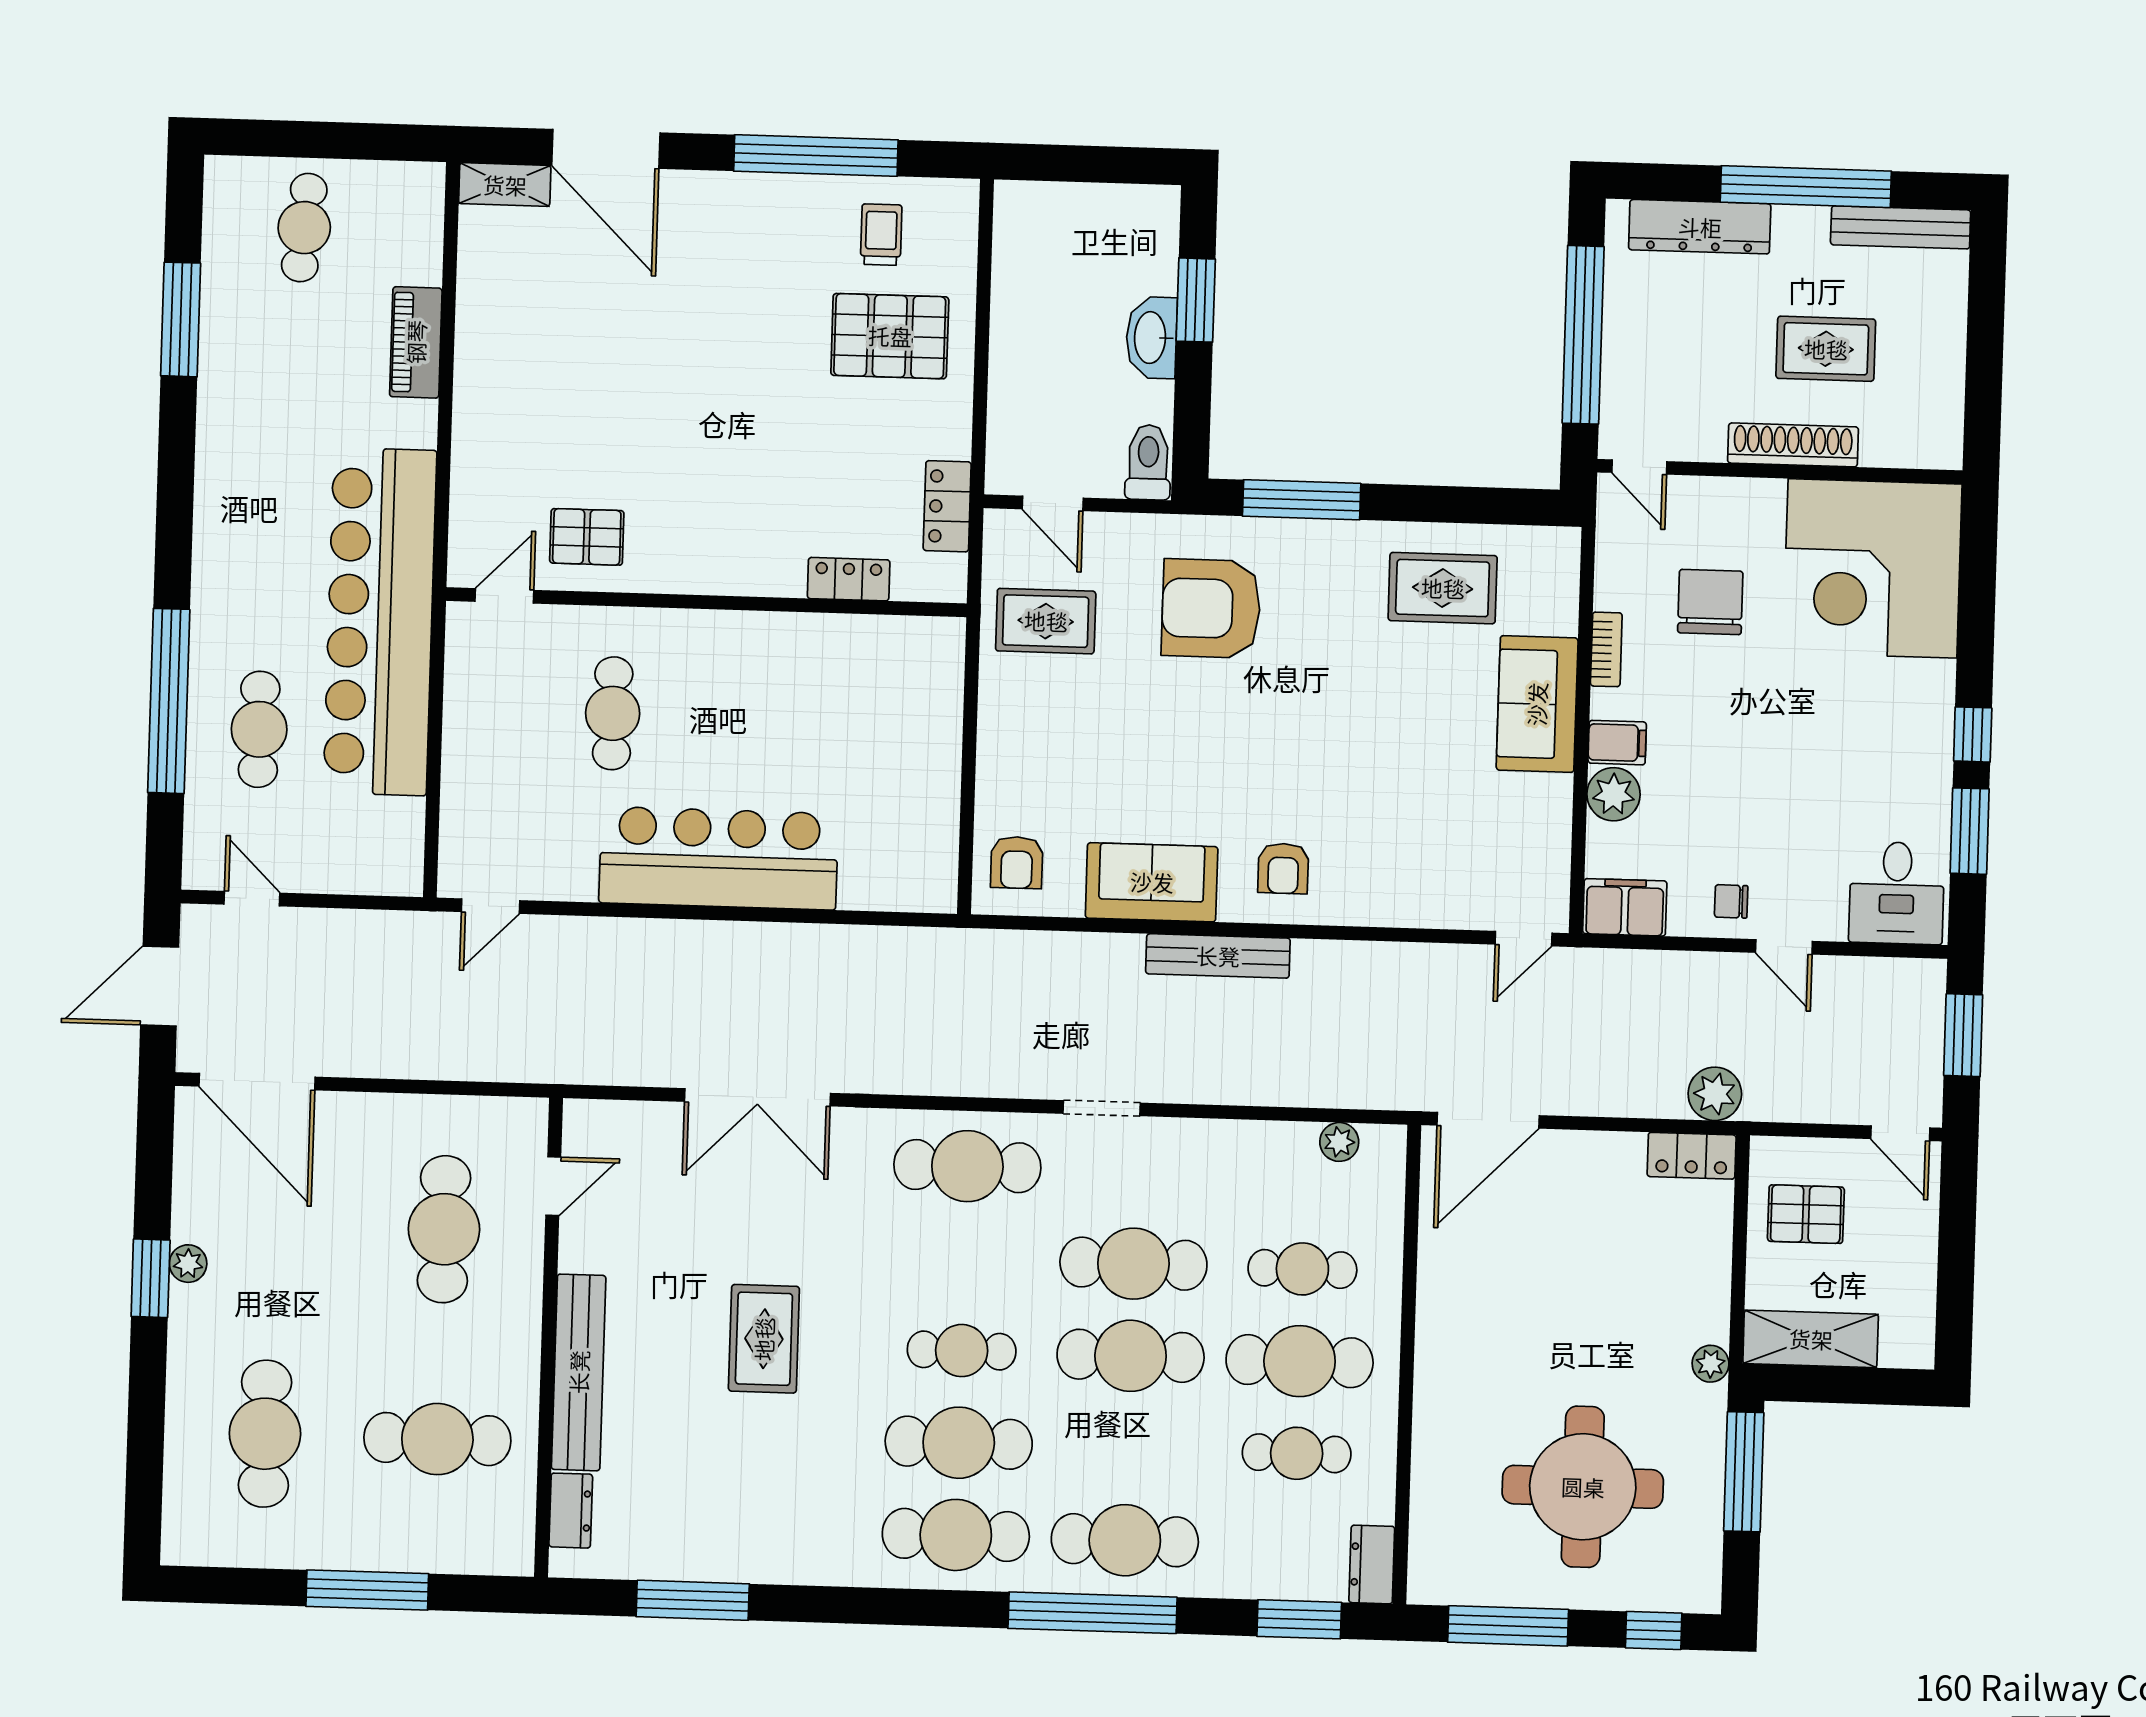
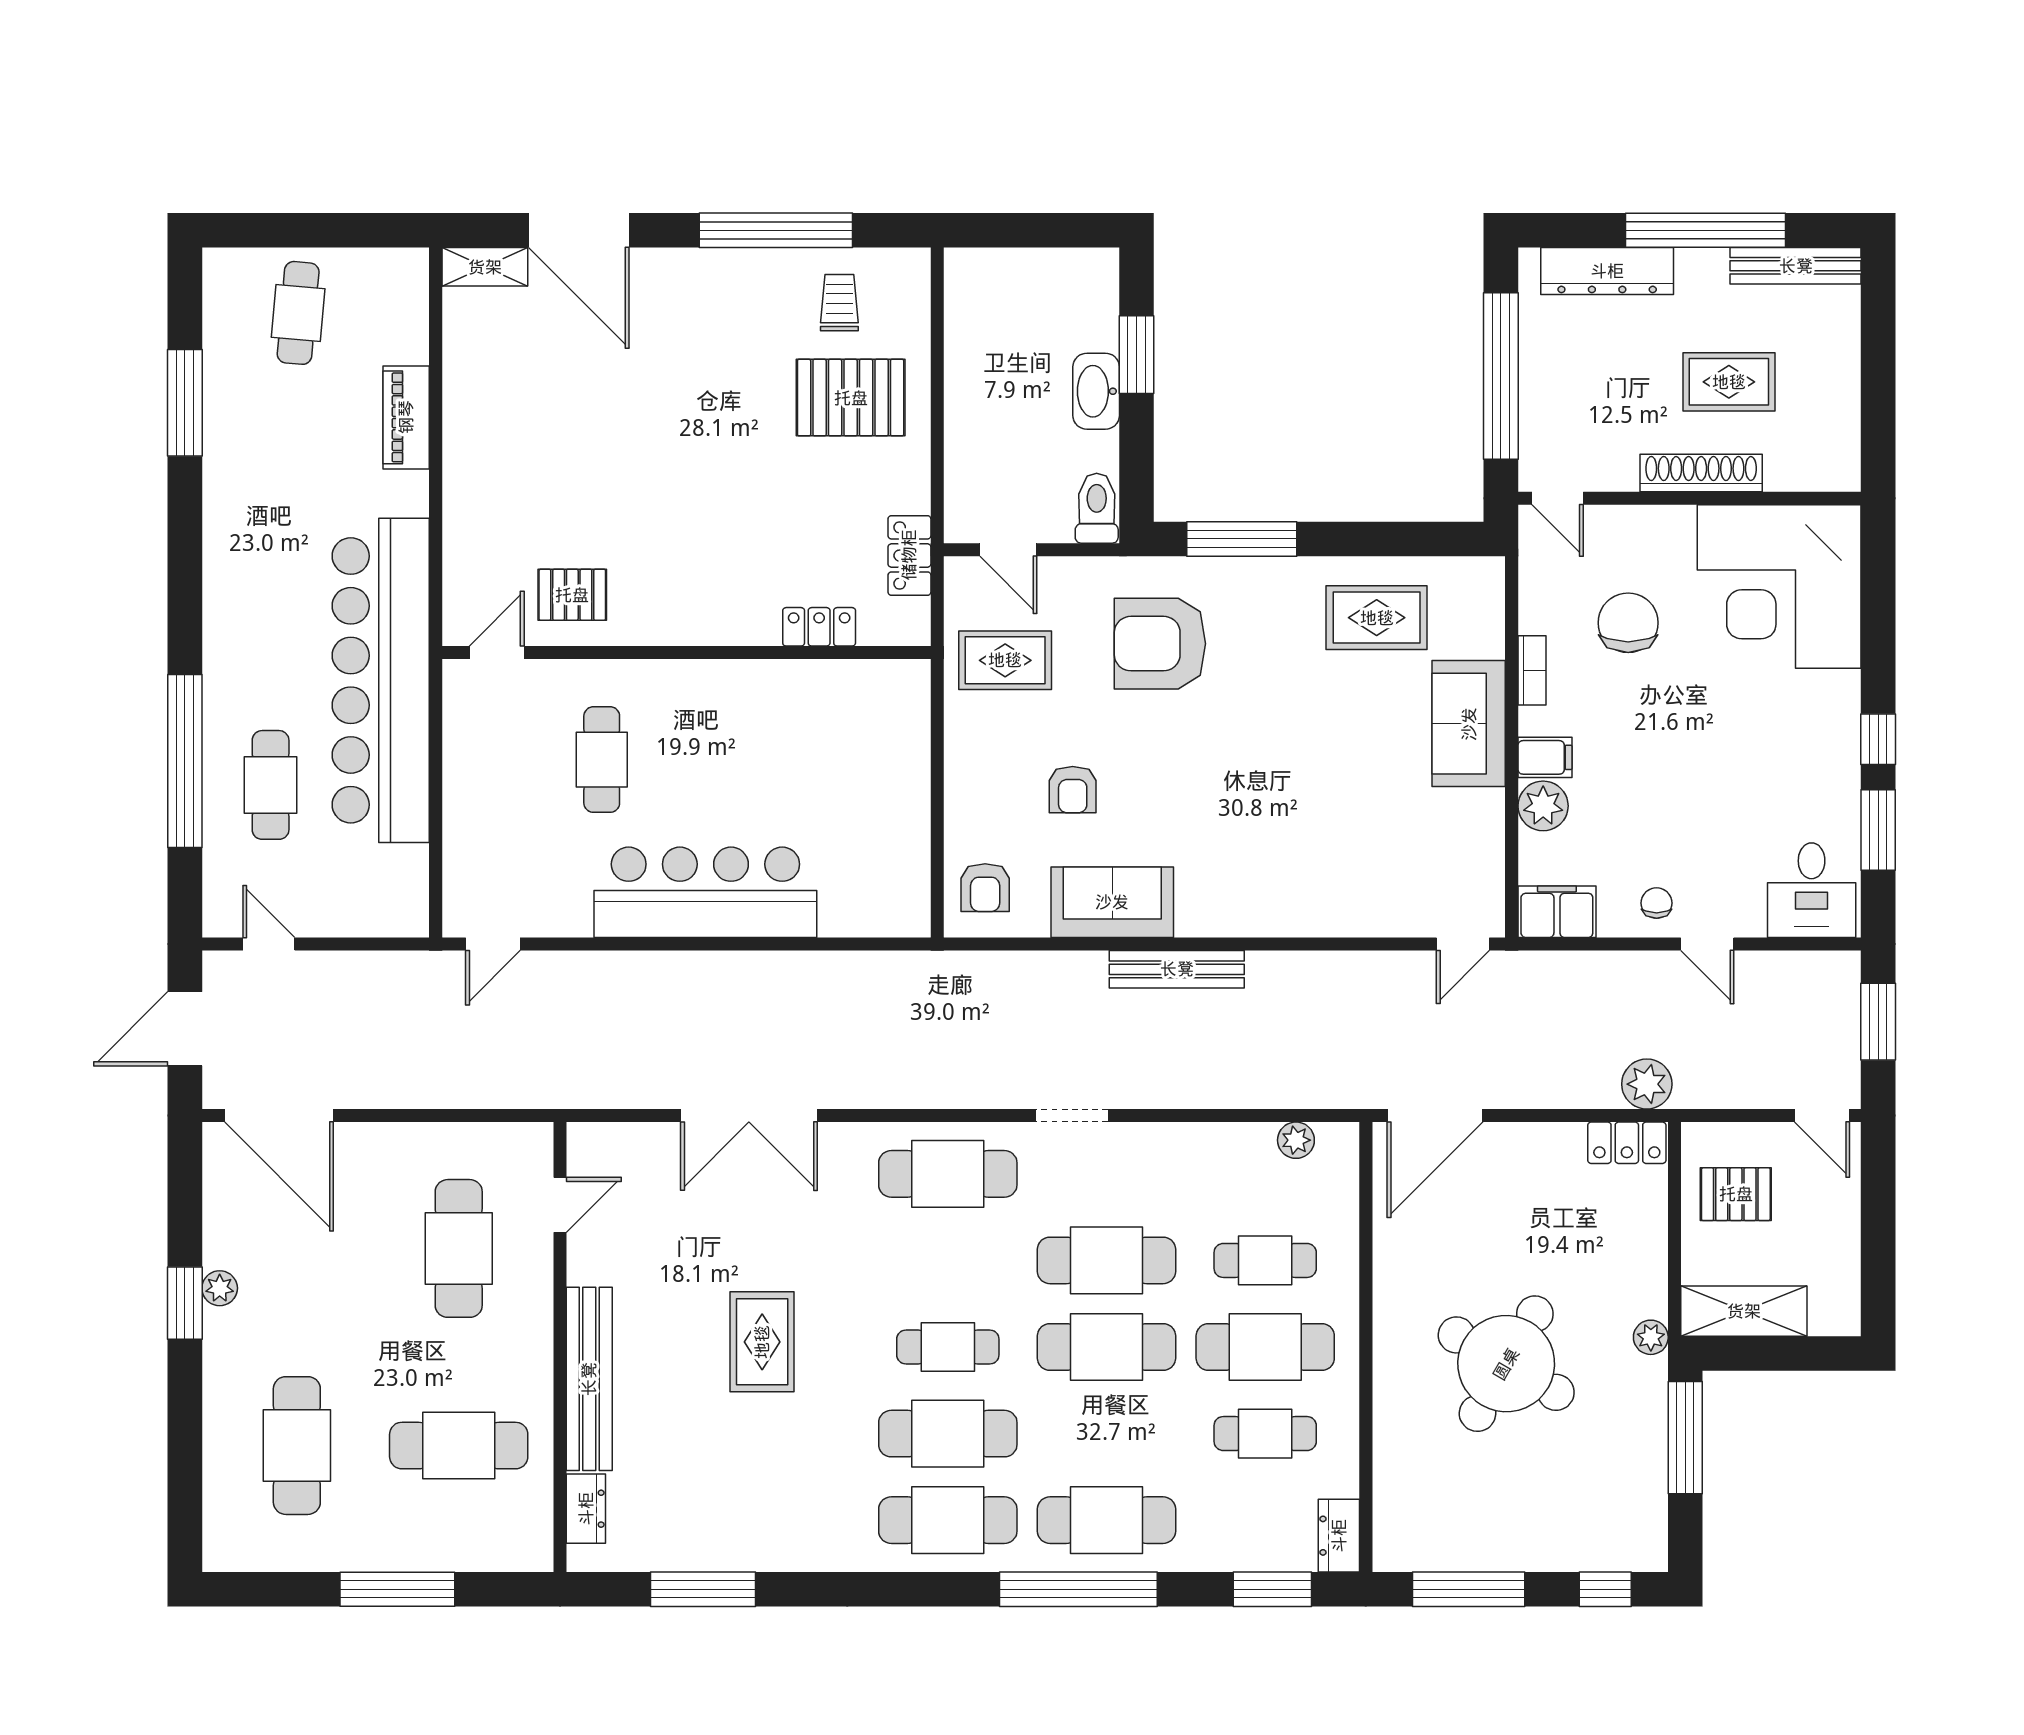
armchair: (1283, 868) -> (1073, 790), moved
chair: (1731, 901) -> (1657, 903), turned 90
round table: (1583, 1487) -> (1506, 1364), moved, turned 30

